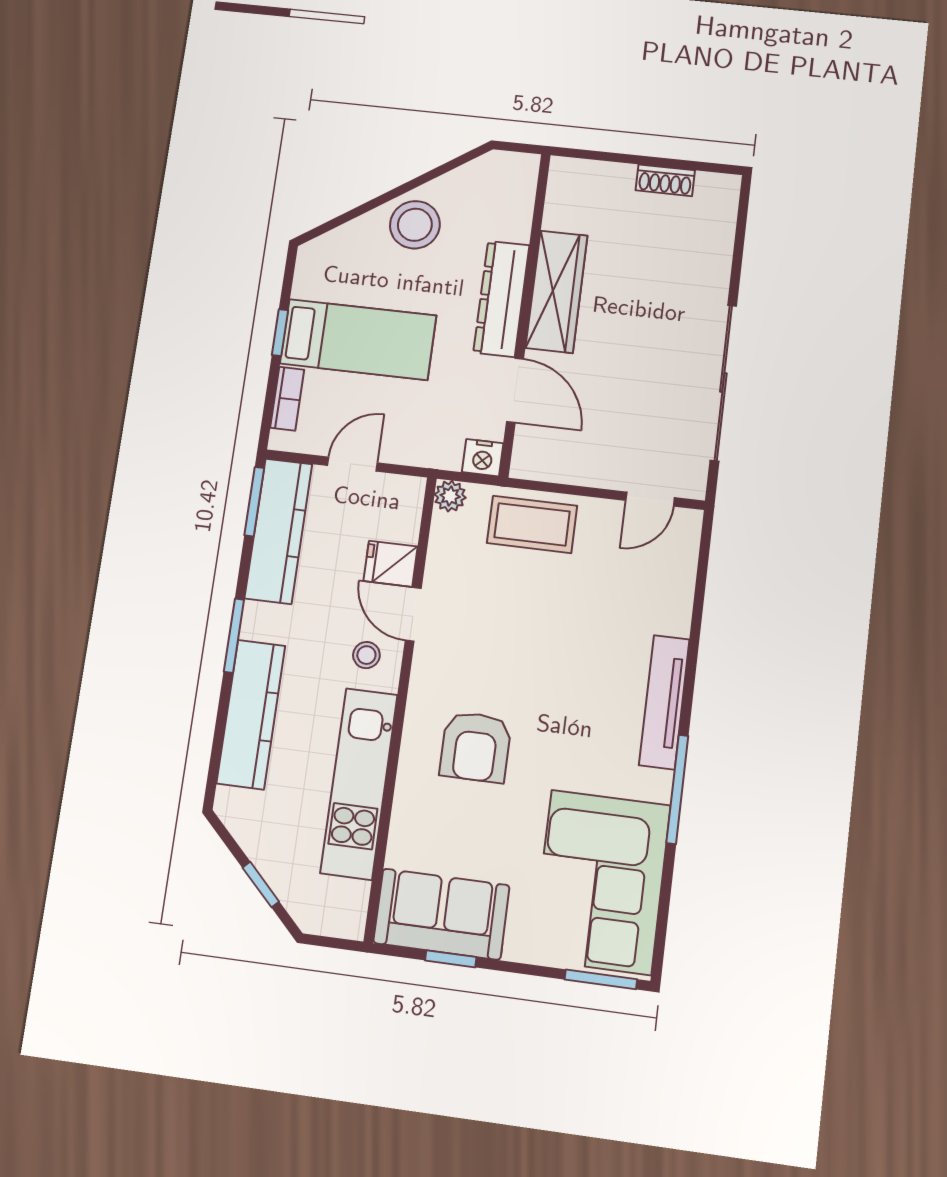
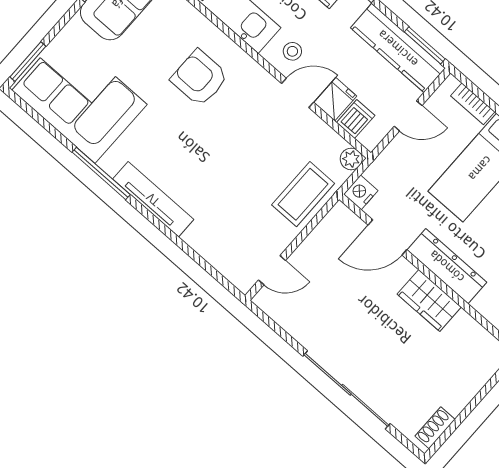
shoe rack: (665, 180) -> (435, 428), moved
wardrobe: (557, 292) -> (429, 301), width x0.67
sliding door: (723, 383) -> (346, 390), moved
door: (352, 464) -> (408, 116), hinge flipped
door: (650, 499) -> (272, 270), swing flipped
dishwasher: (398, 523) -> (356, 119), added

